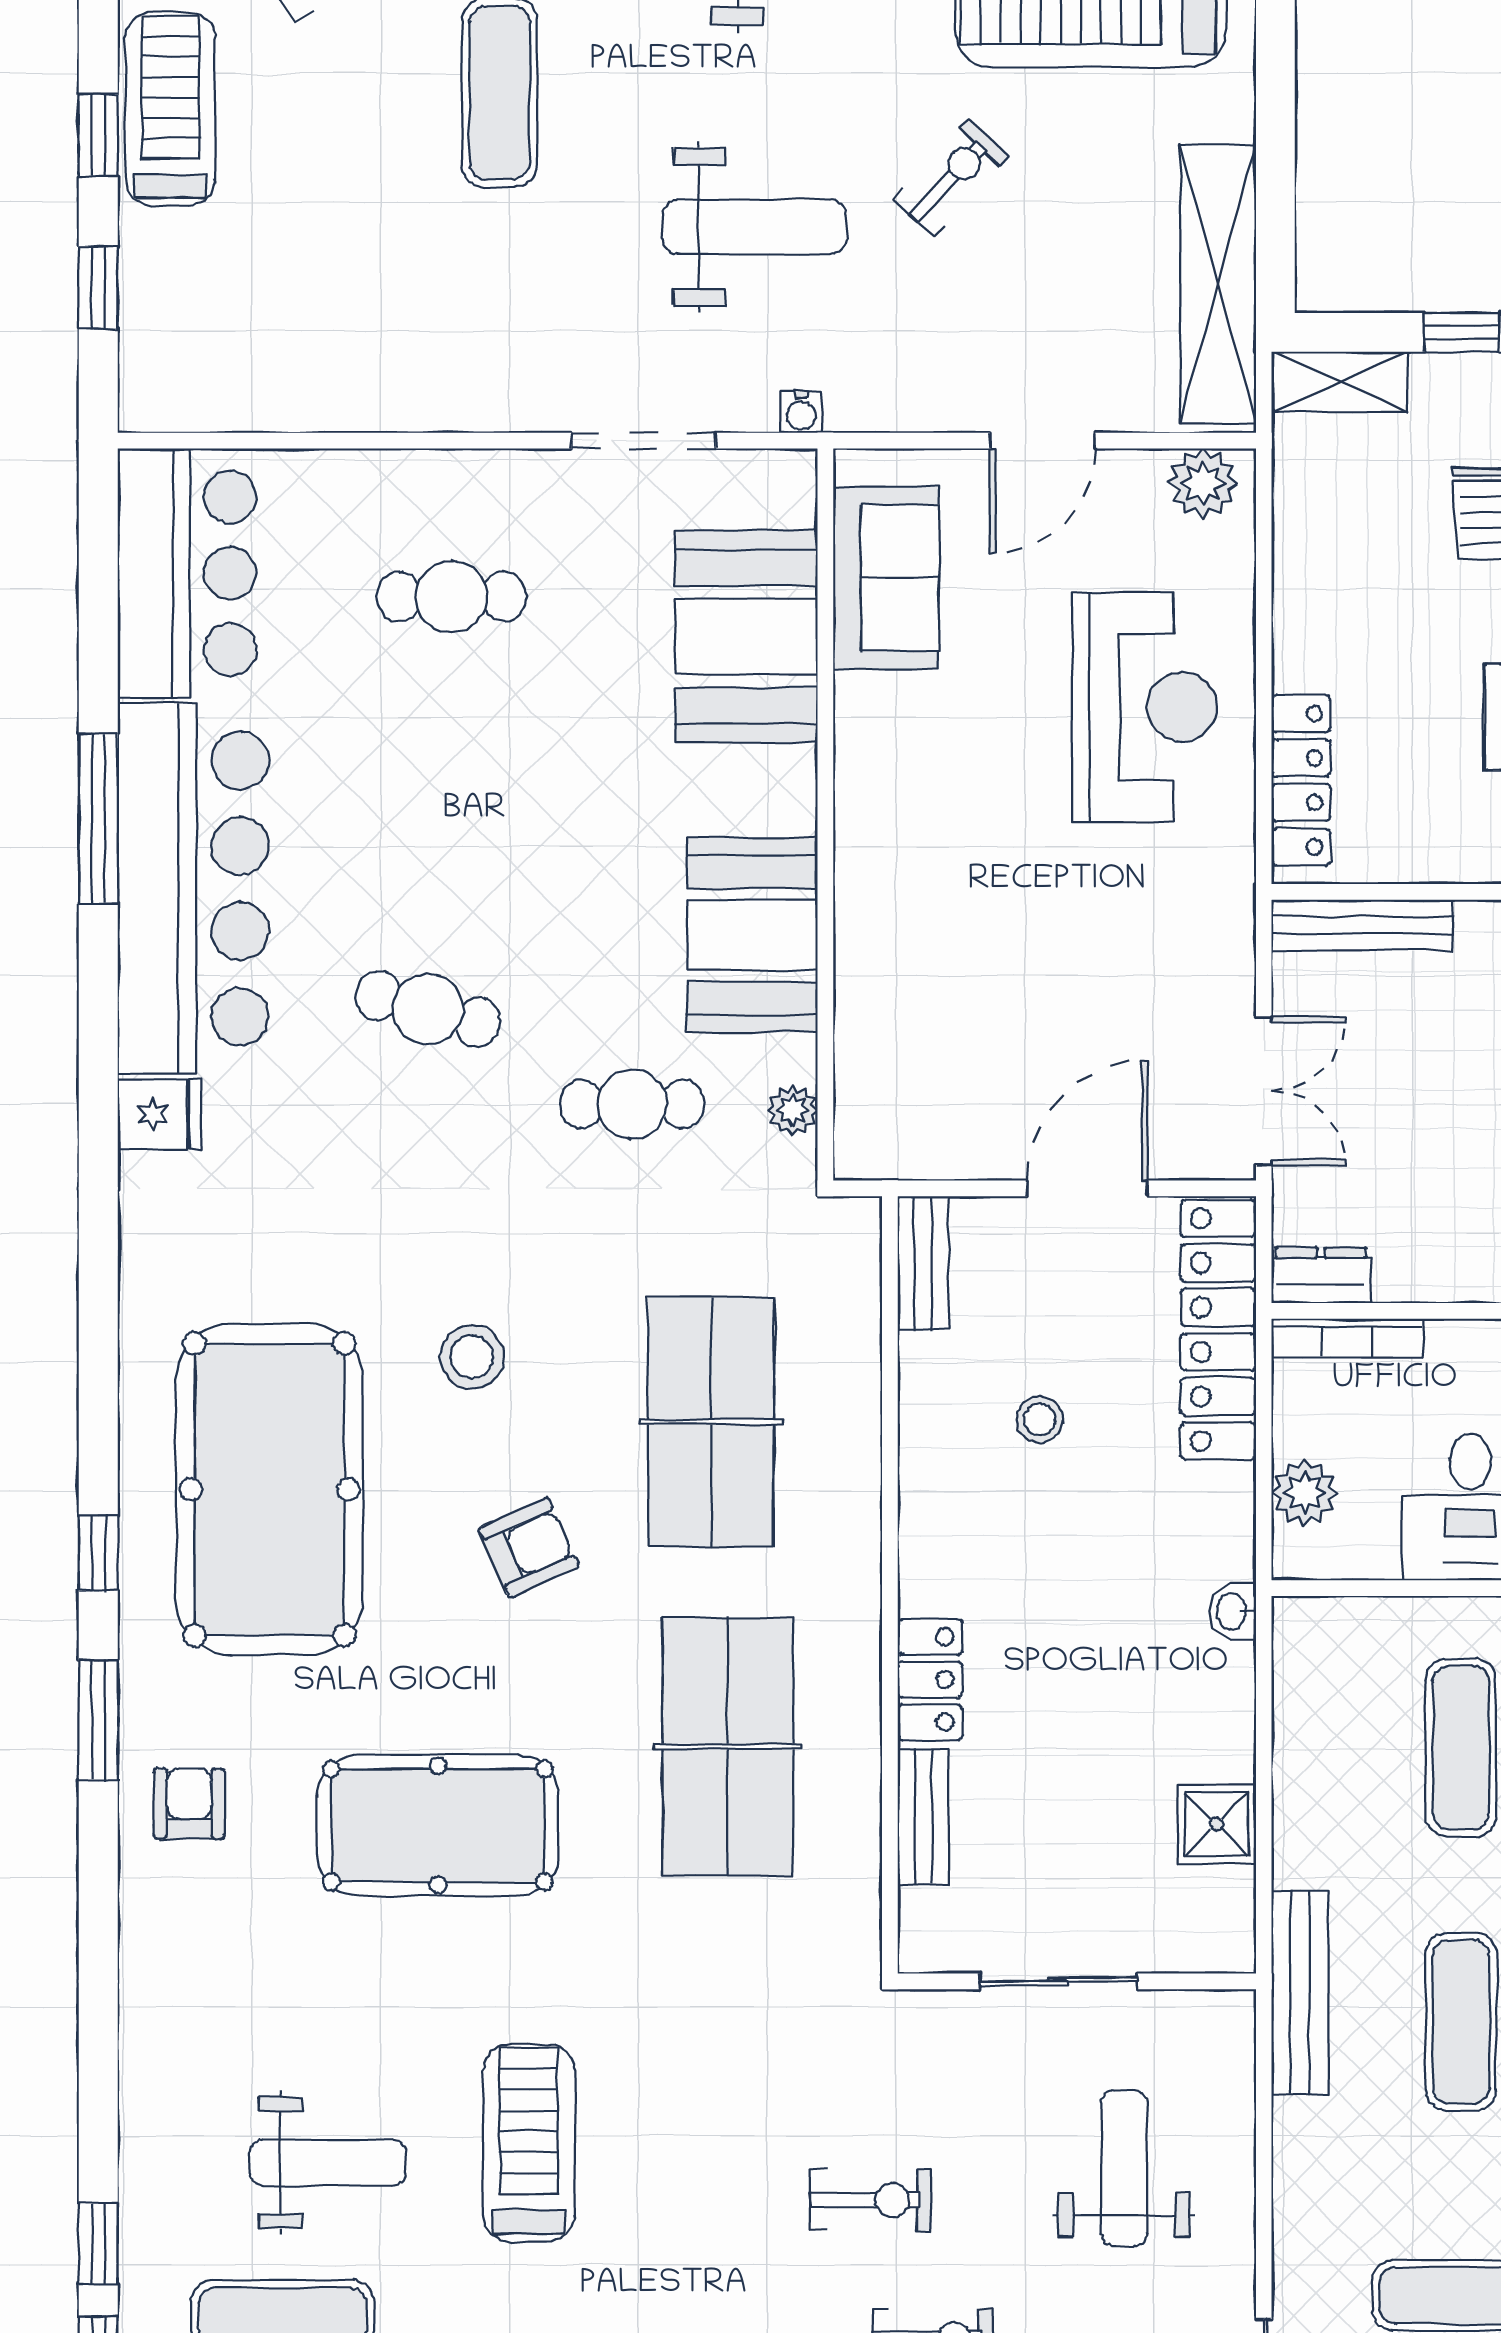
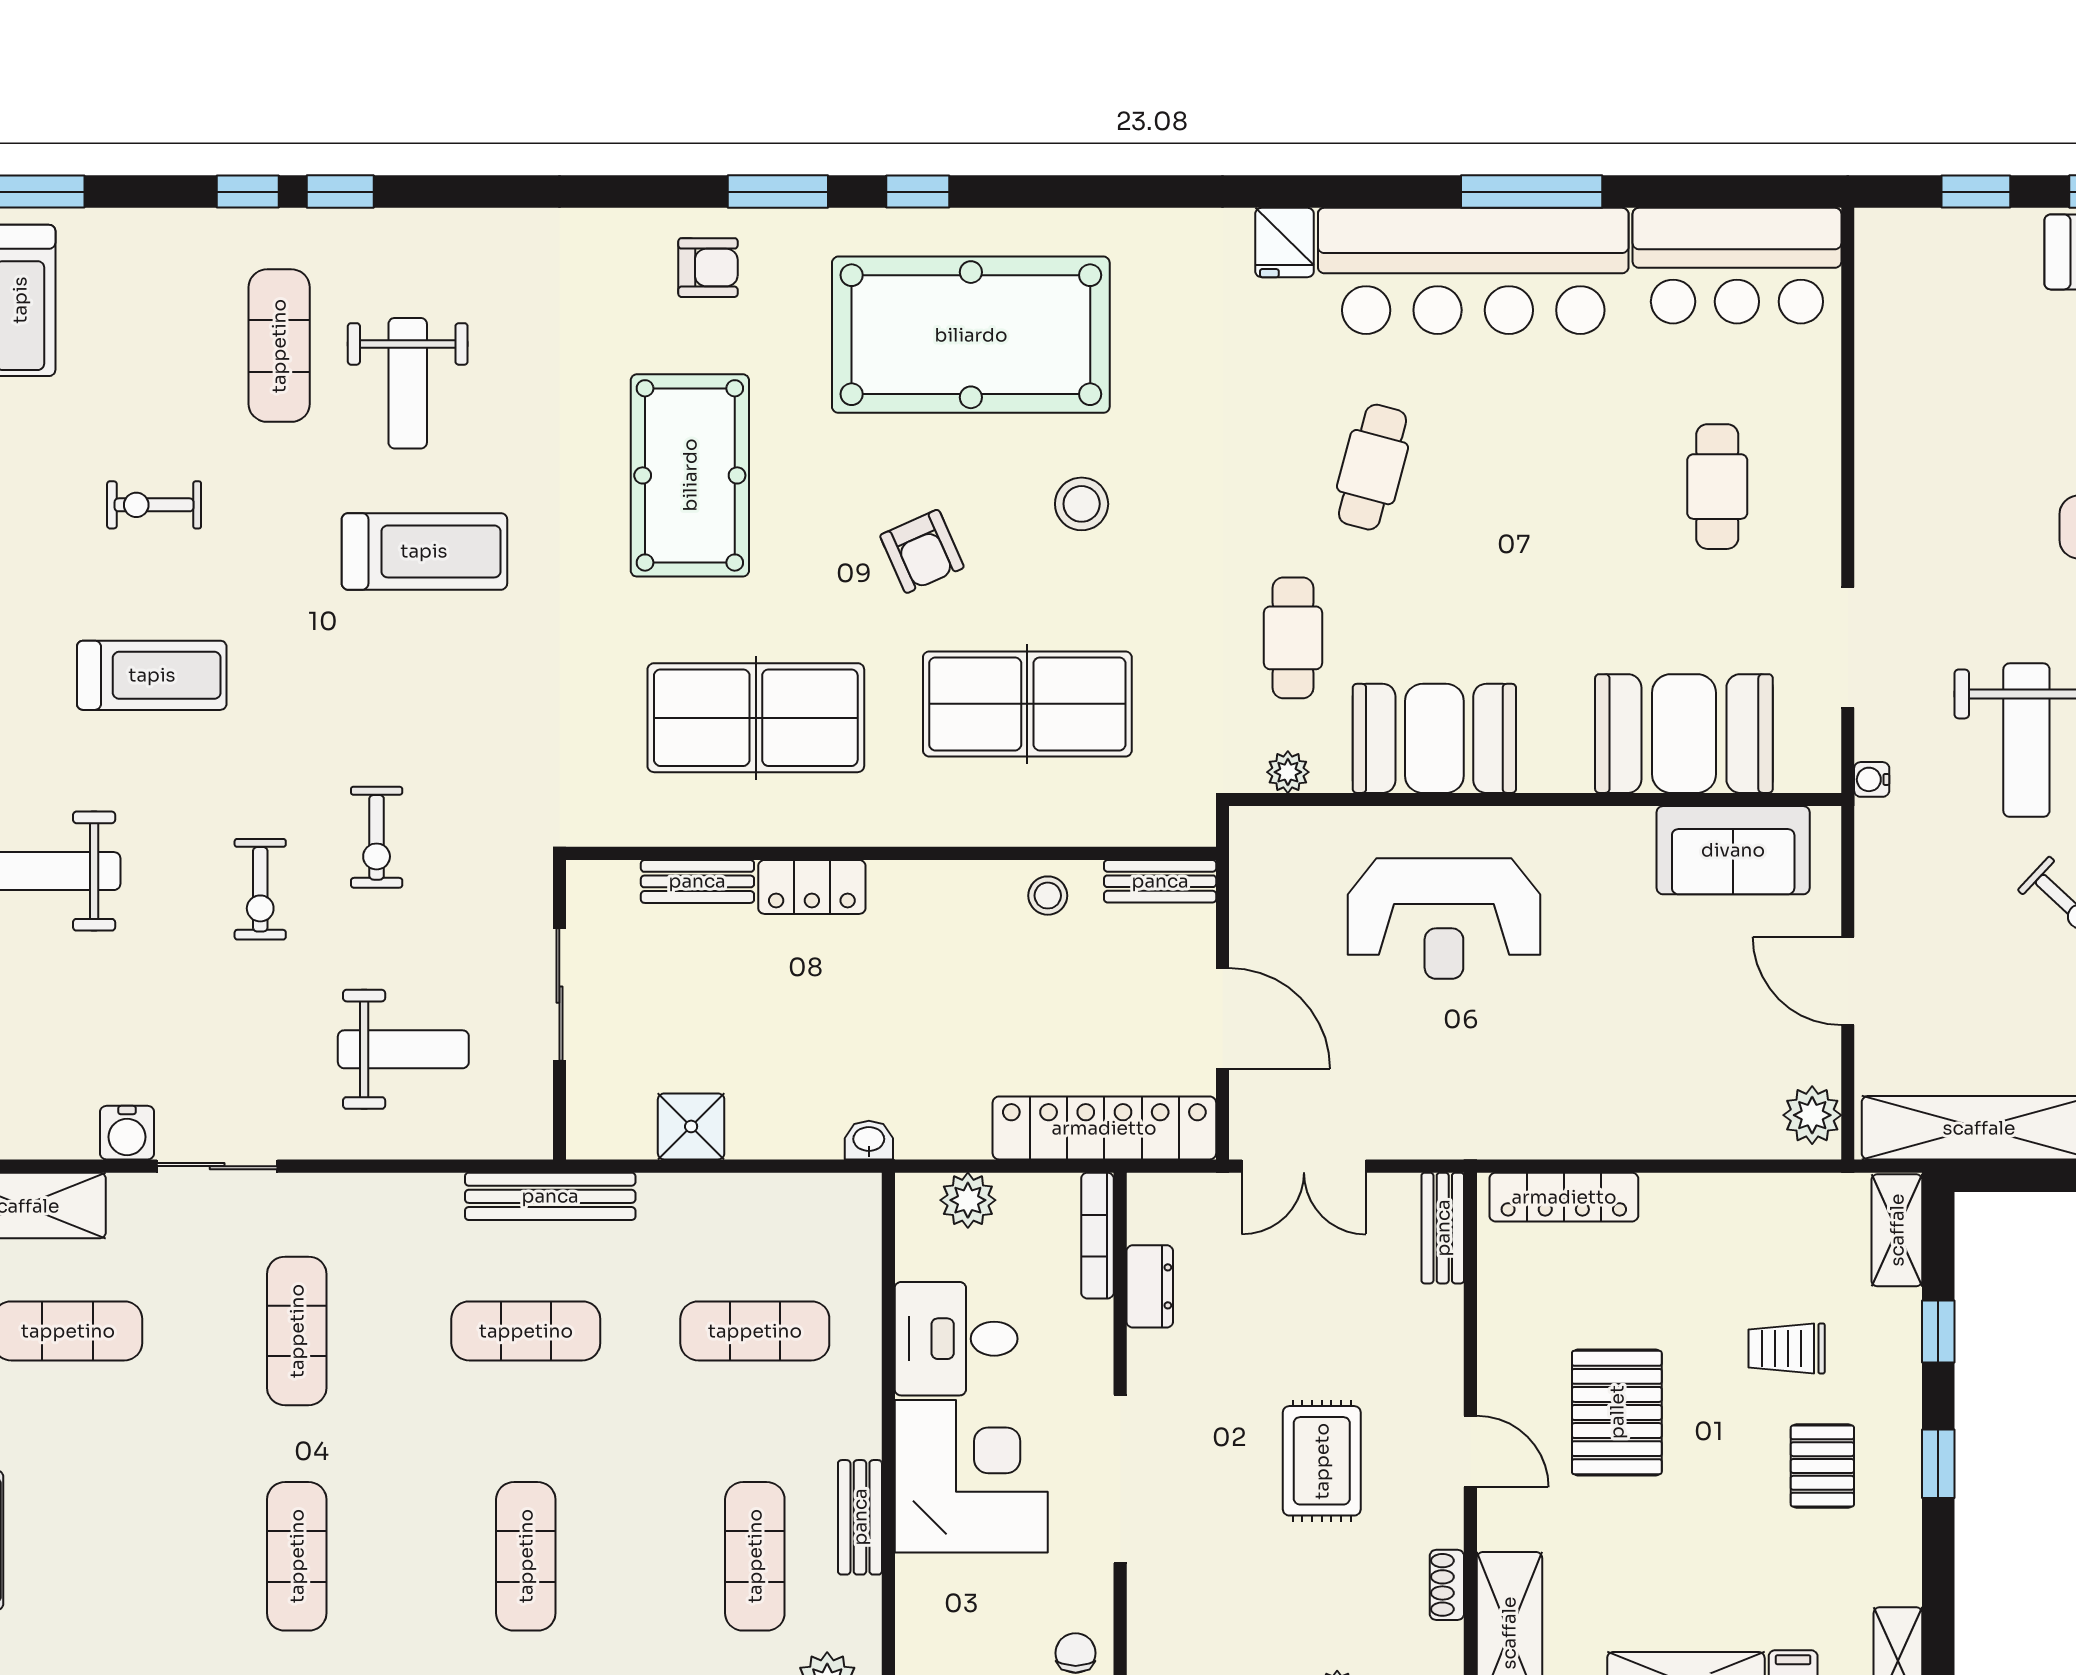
reception desk: (1144, 707) -> (1444, 919), moved
bench: (1362, 925) -> (1443, 1228), width x0.73
dresser: (1321, 1275) -> (1150, 1286), moved
stool: (1040, 1420) -> (1048, 896), moved

